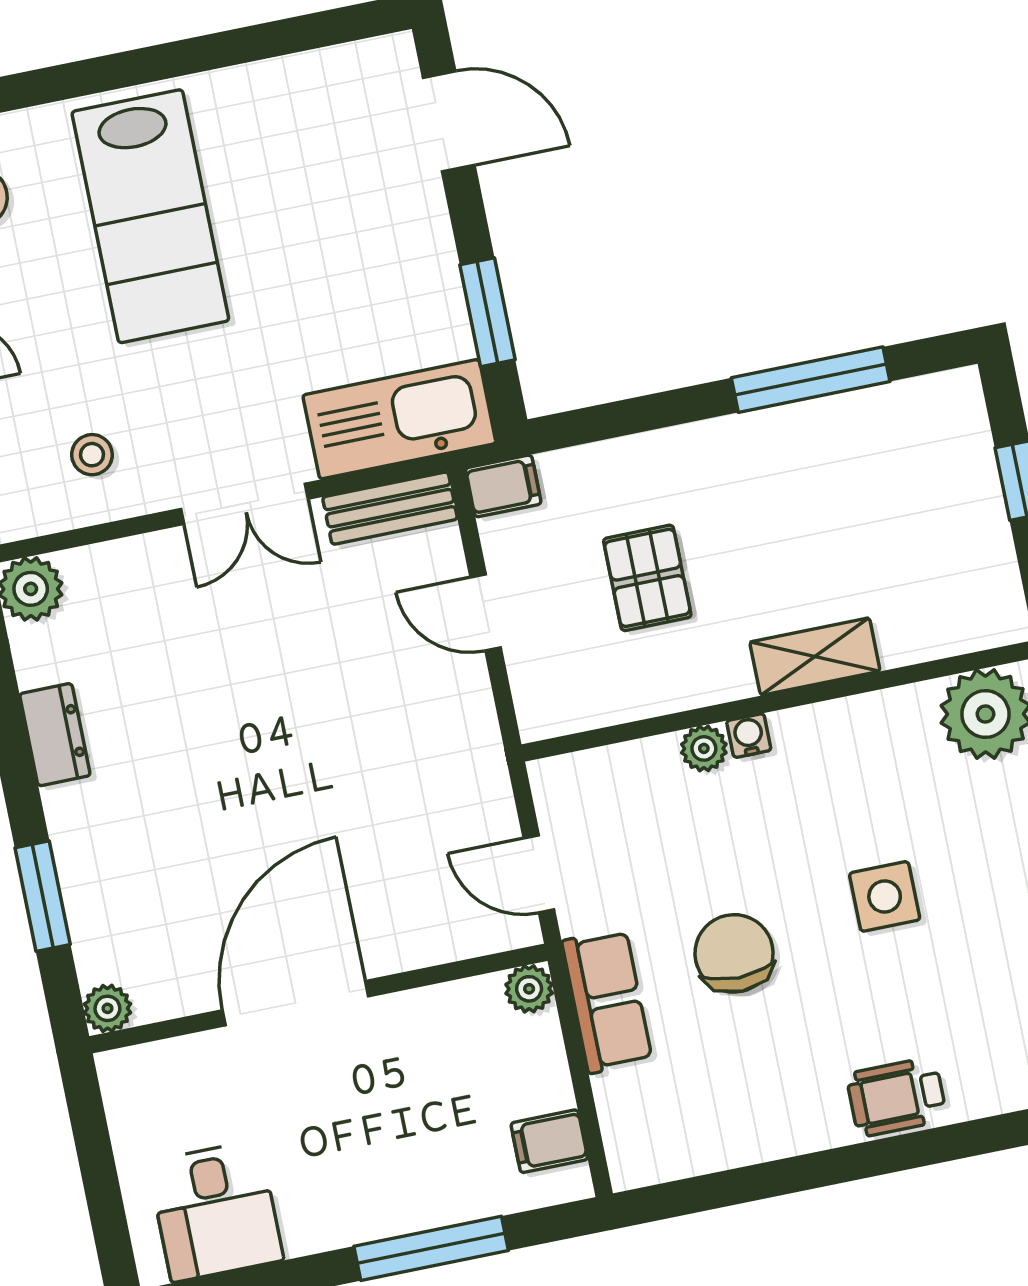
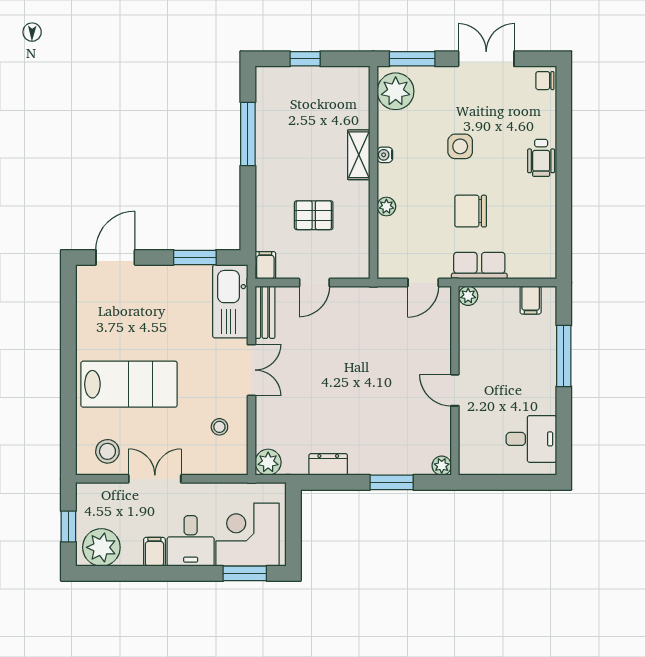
water cooler: (749, 736) -> (385, 155), moved
door: (295, 1003) -> (455, 390), width x0.53

